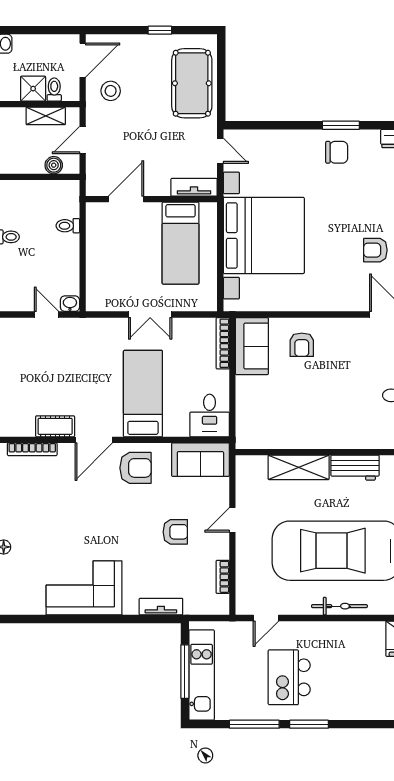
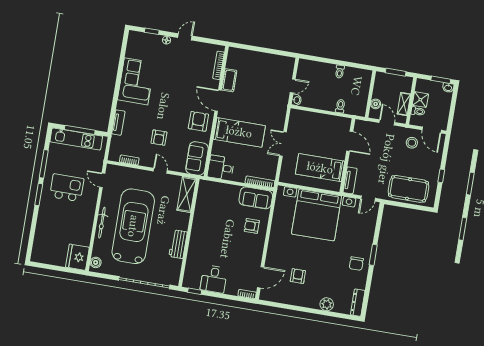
window: (341, 125) -> (373, 255), moved
shelving: (299, 467) -> (187, 194), moved
armchair: (135, 468) -> (198, 121), turned 180

